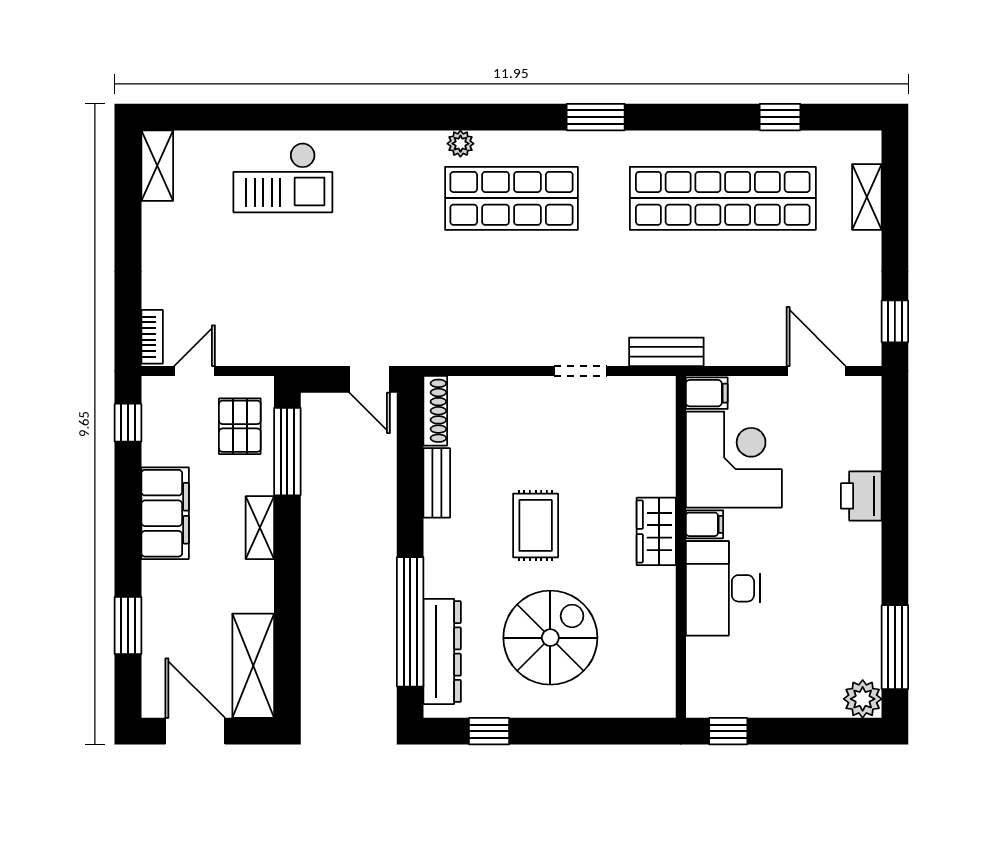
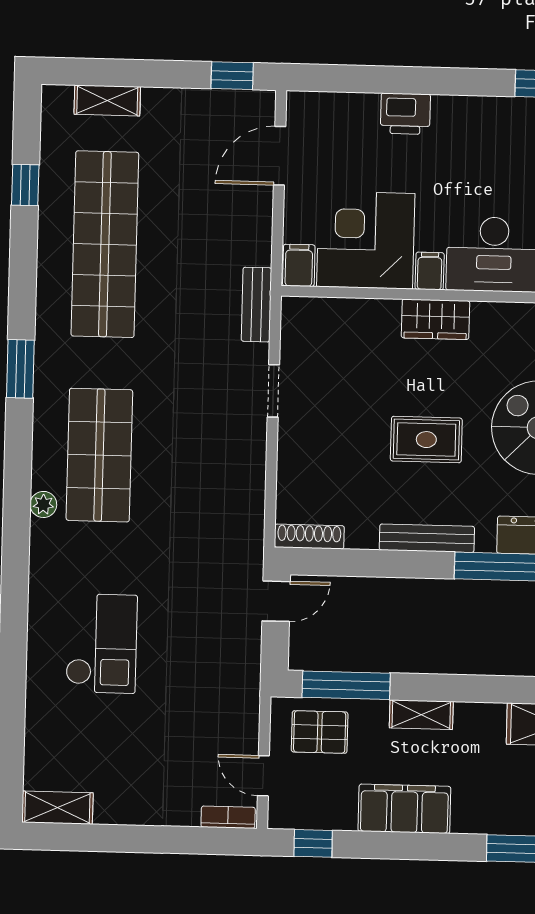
checkout: (283, 178) -> (101, 643), moved
bench: (437, 483) -> (427, 538), moved, width x1.36

